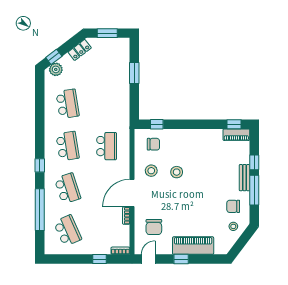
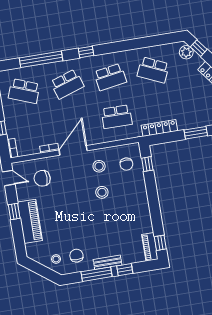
school desk: (68, 104) -> (153, 70), turned 33
locker: (124, 107) -> (159, 128), added
door: (132, 193) -> (73, 150), hinge flipped
school desk: (68, 231) -> (24, 91), turned 45

